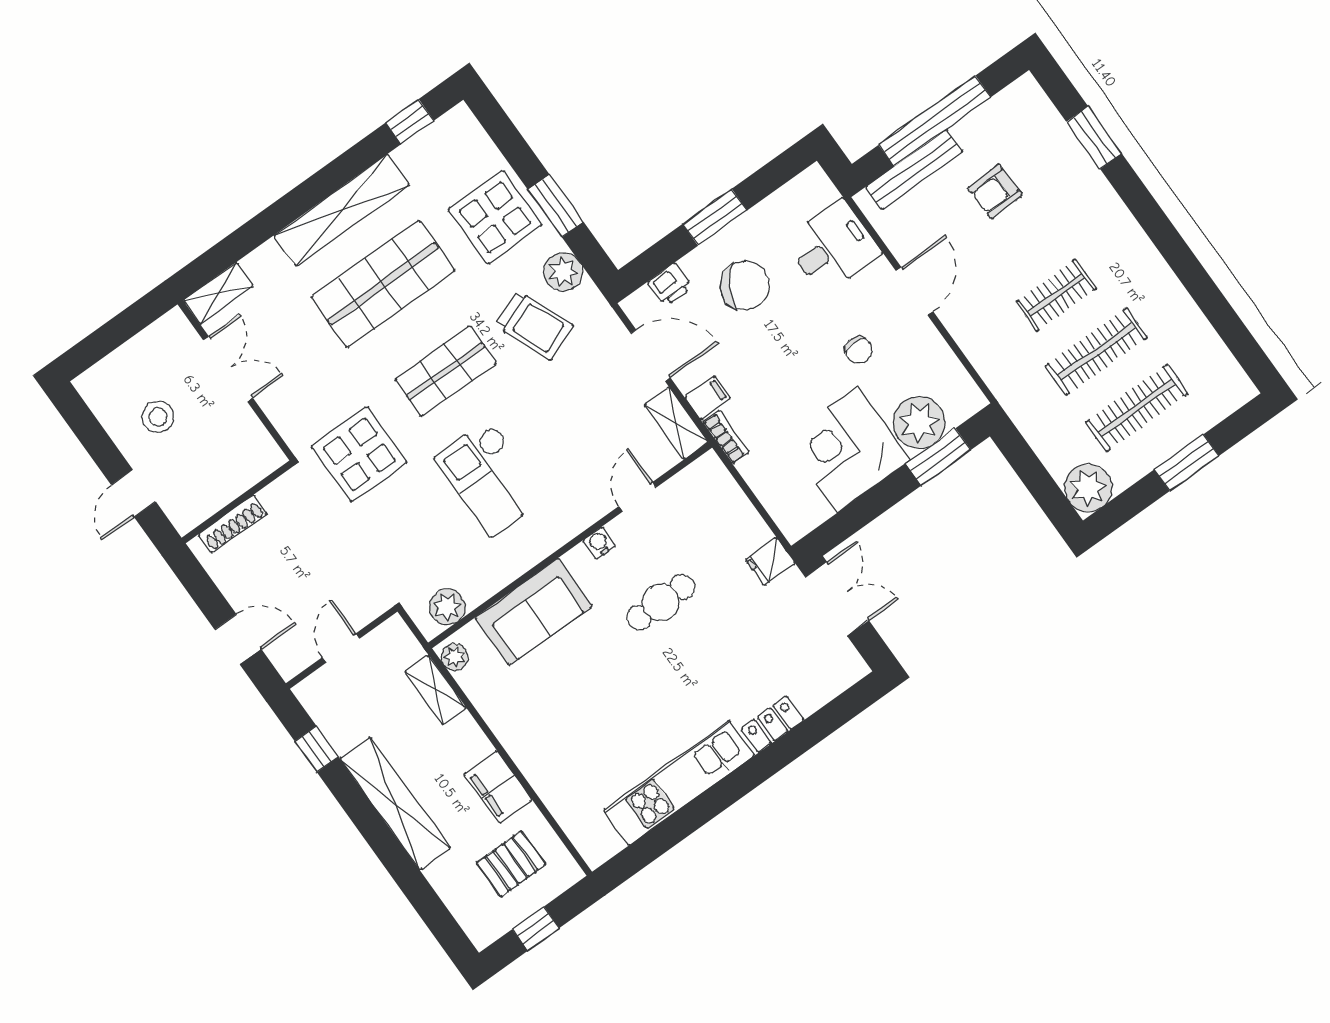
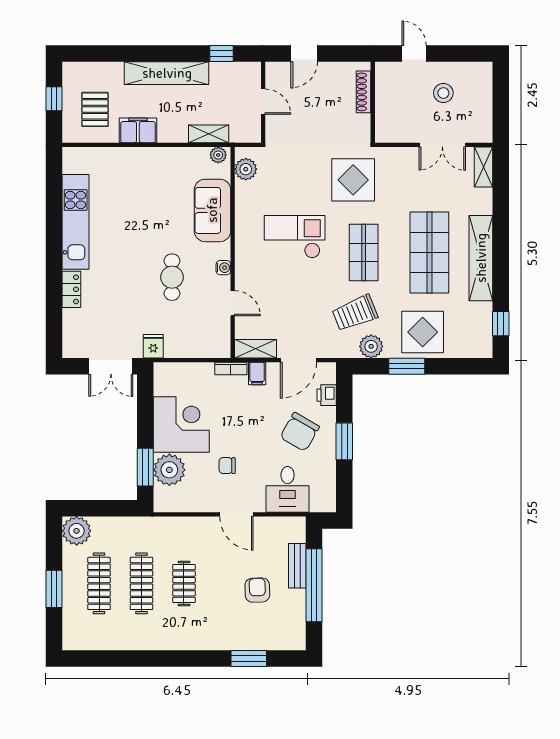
bench: (914, 169) -> (297, 566), width x0.73

